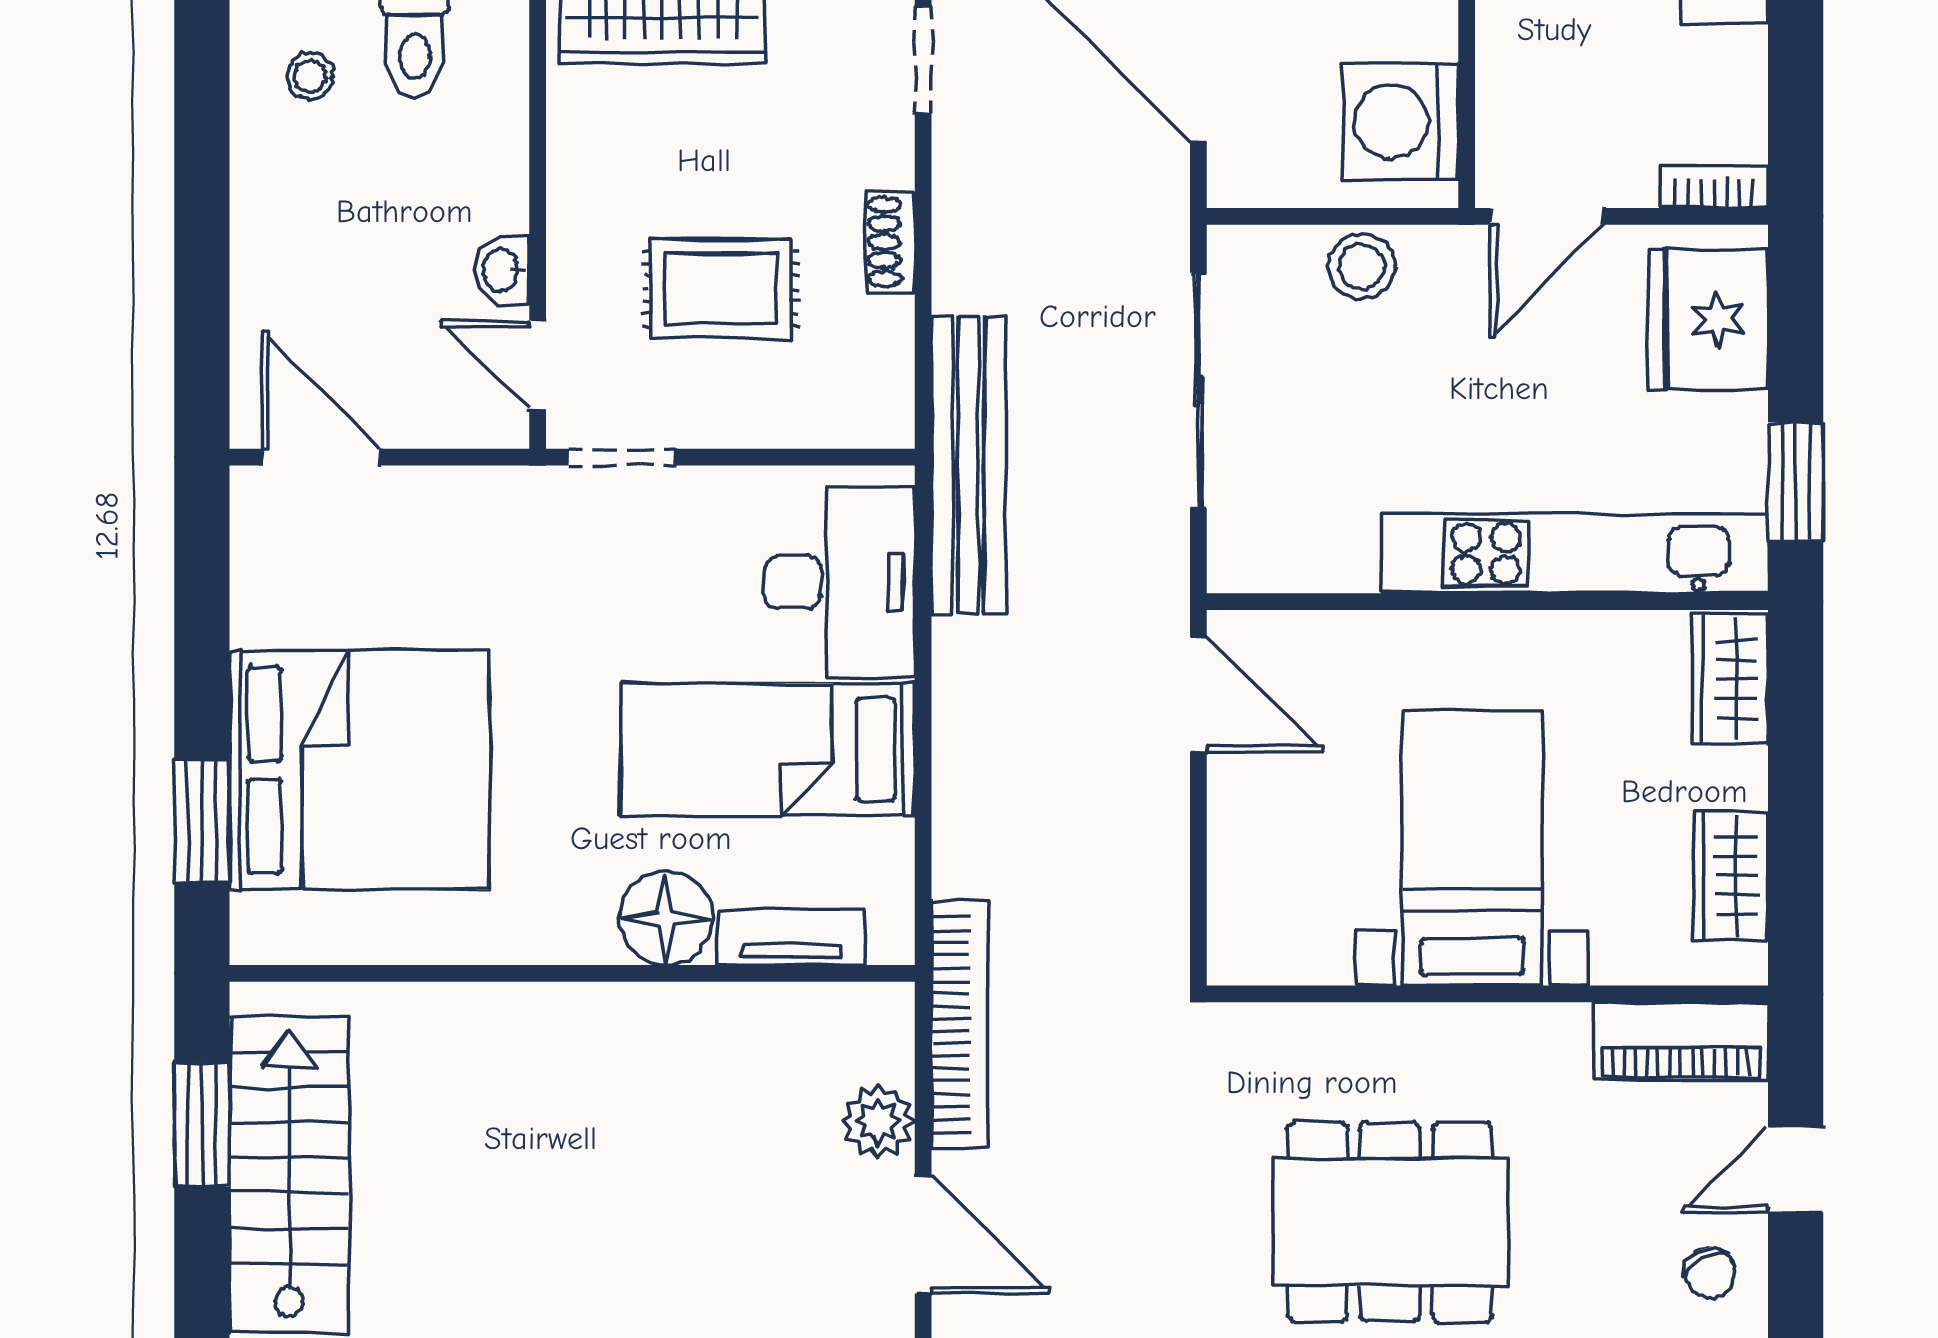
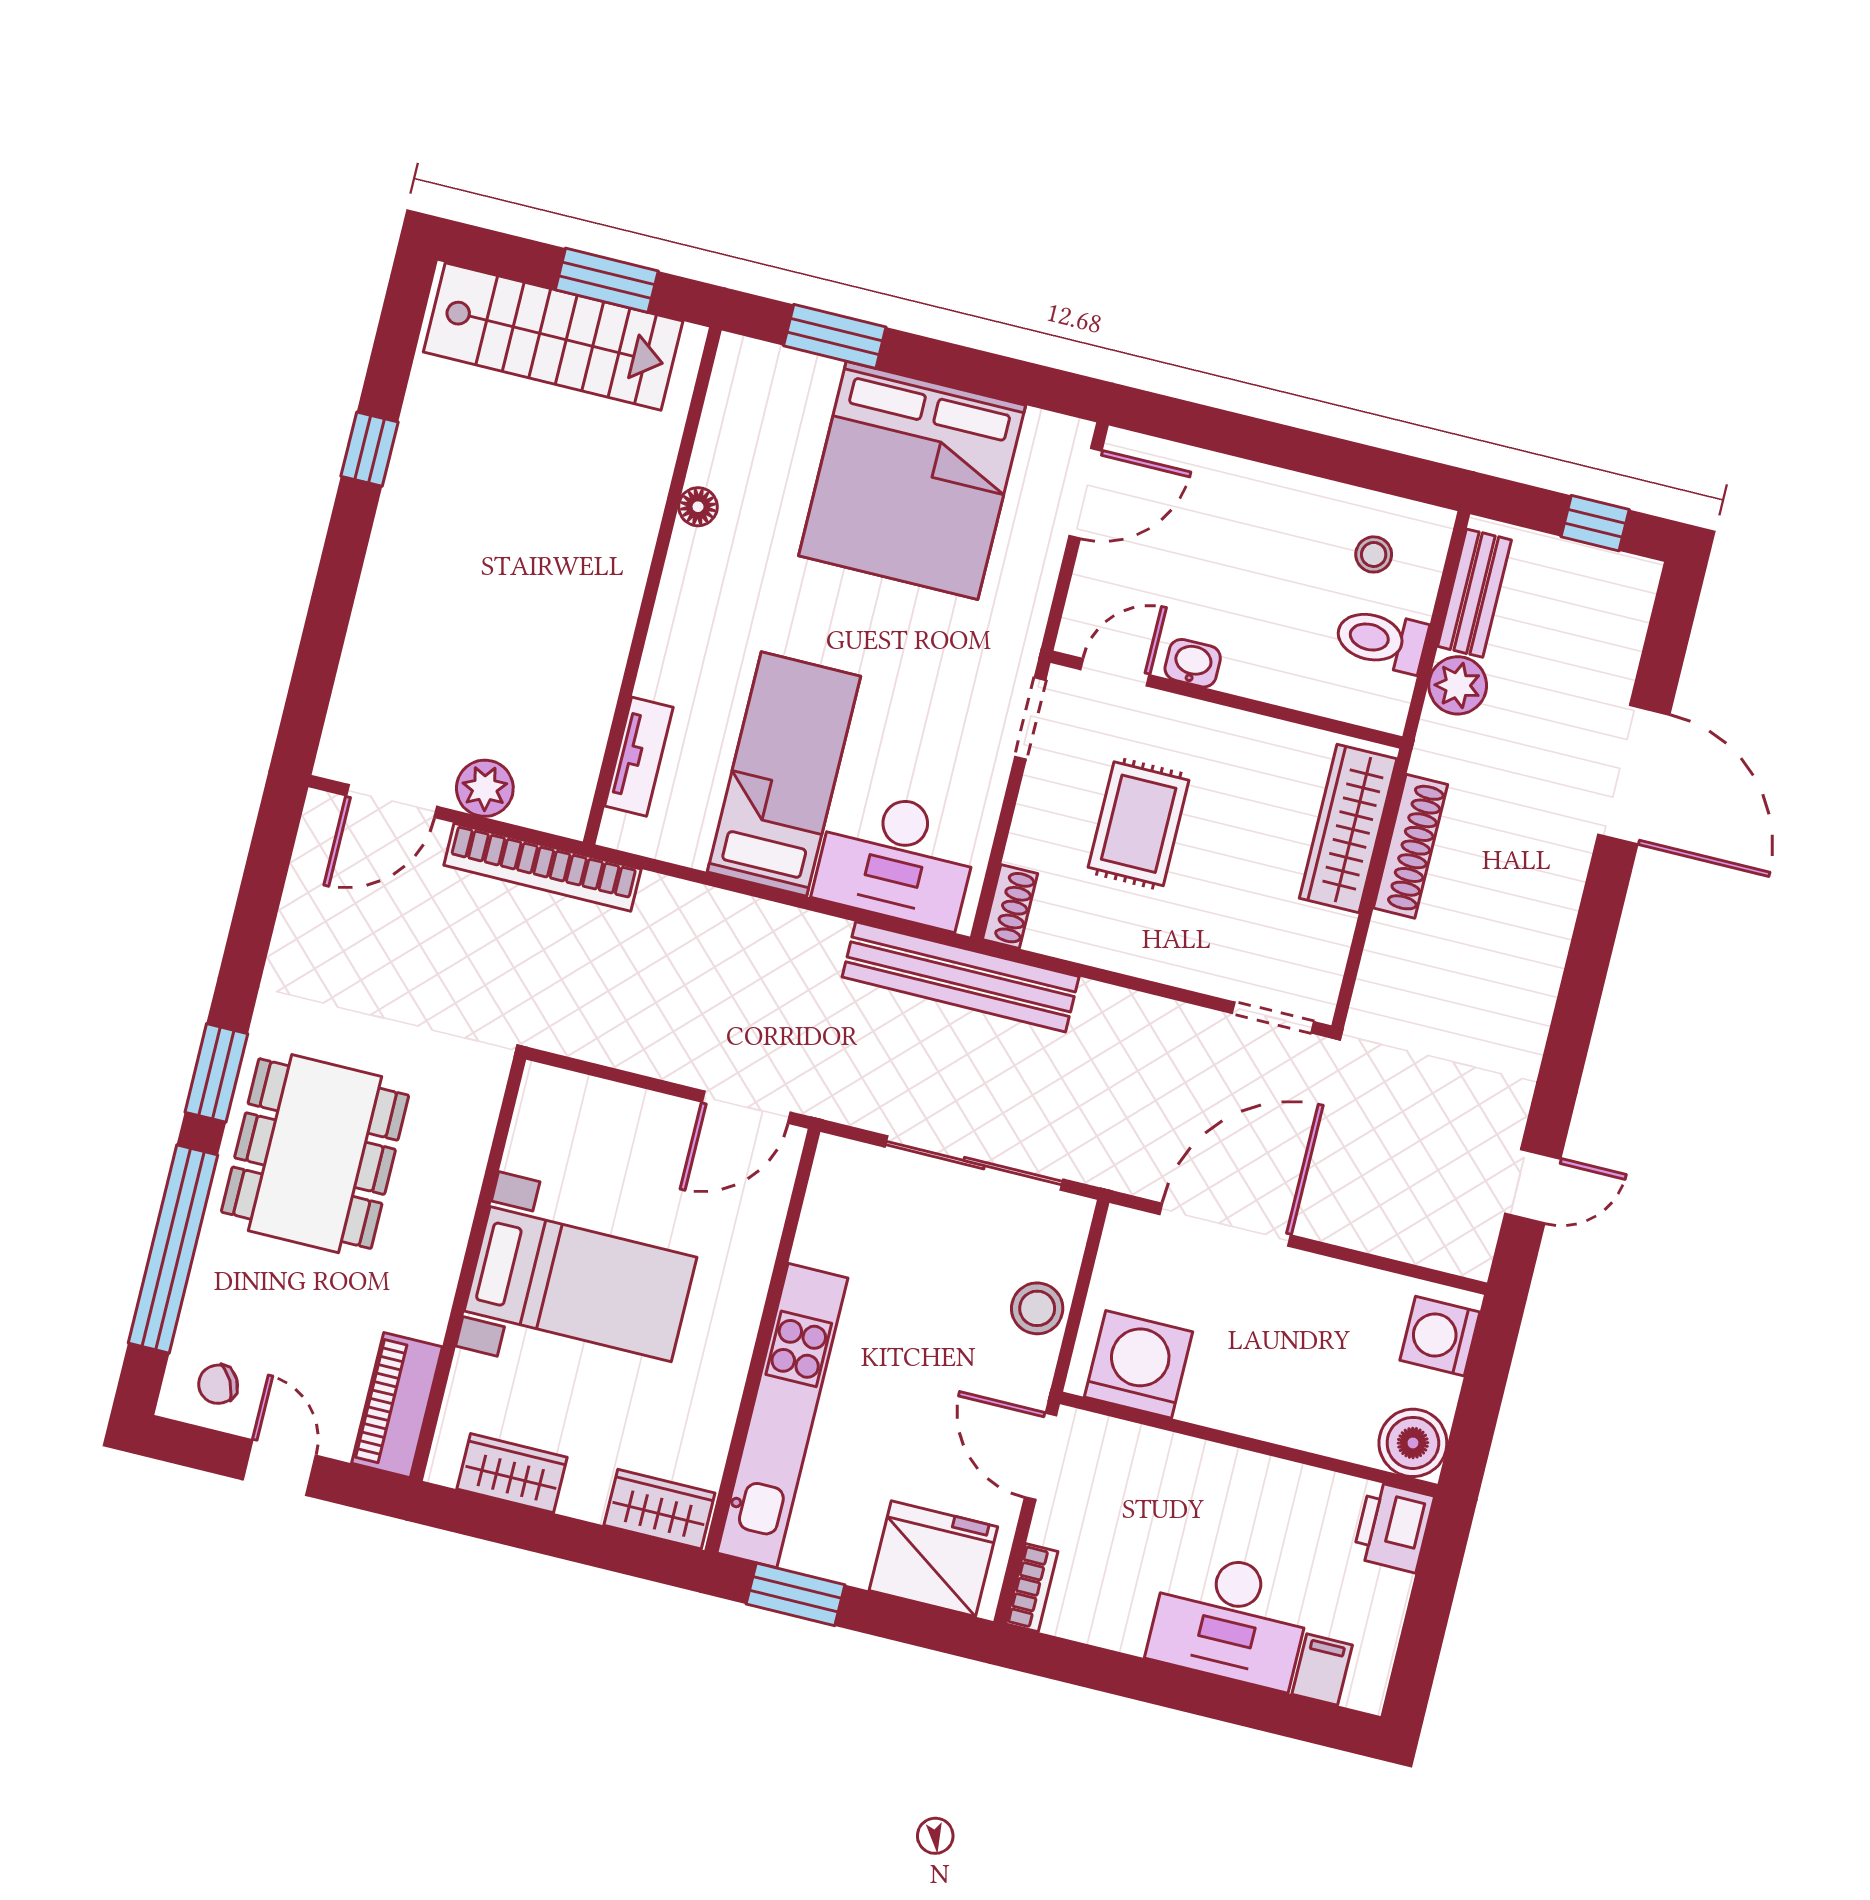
shoe rack: (890, 242) -> (1010, 906), moved, turned 90
bed: (359, 770) -> (912, 480), moved
floor lamp: (666, 918) -> (698, 507), moved, width x0.53, depth x0.53

